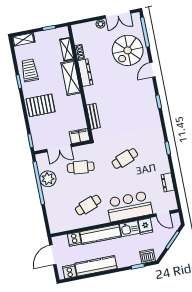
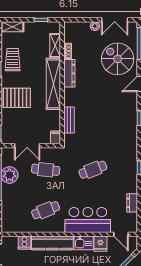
spiral stairs: (128, 50) -> (118, 59), turned 90
shelving: (71, 78) -> (53, 84), width x1.47
filing cabinet: (79, 136) -> (56, 137), width x0.50

